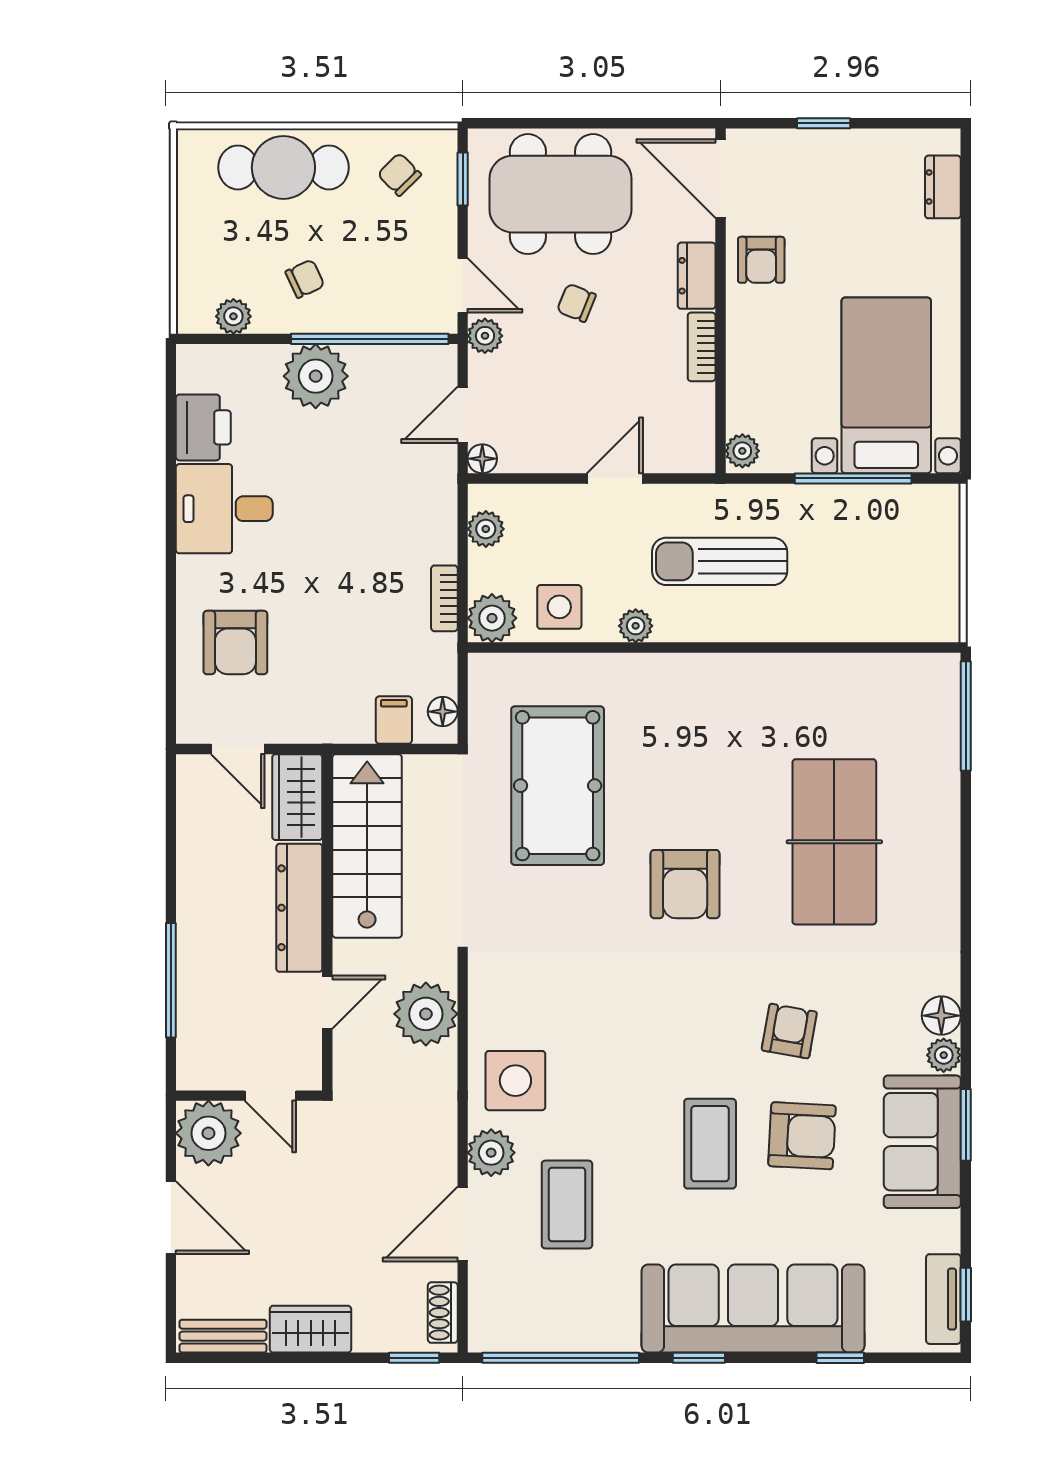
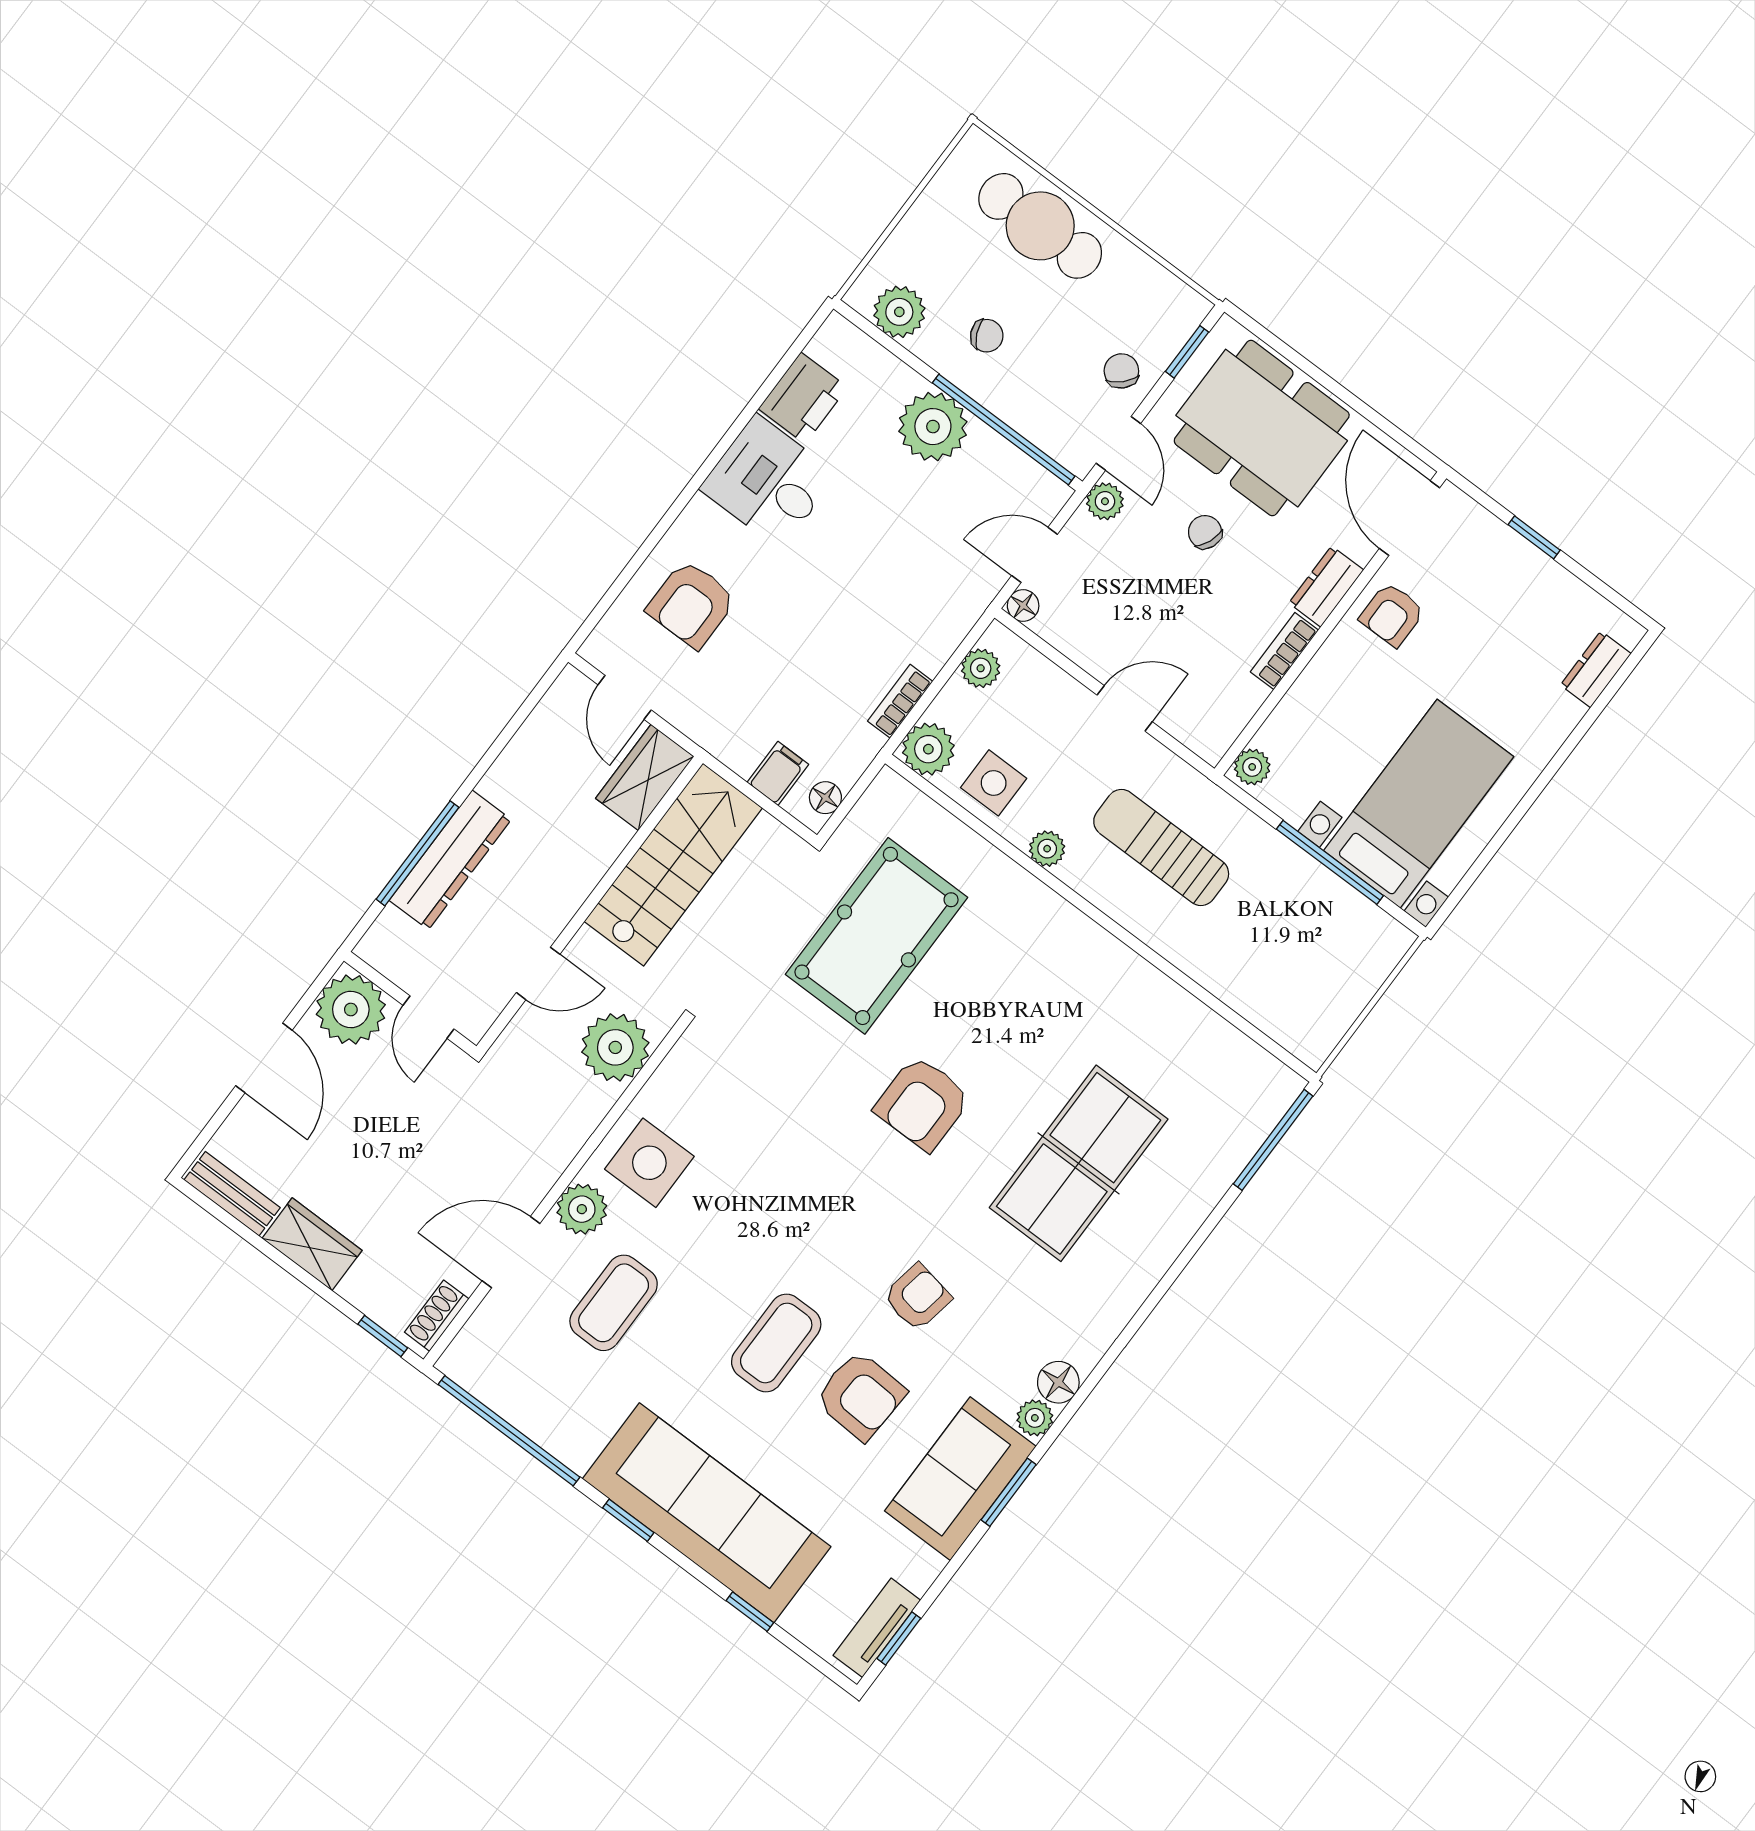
chair: (399, 174) -> (1121, 371), moved
plant: (233, 316) -> (899, 312), width x1.38, depth x1.38
dresser: (299, 908) -> (450, 860), moved, turned 180

